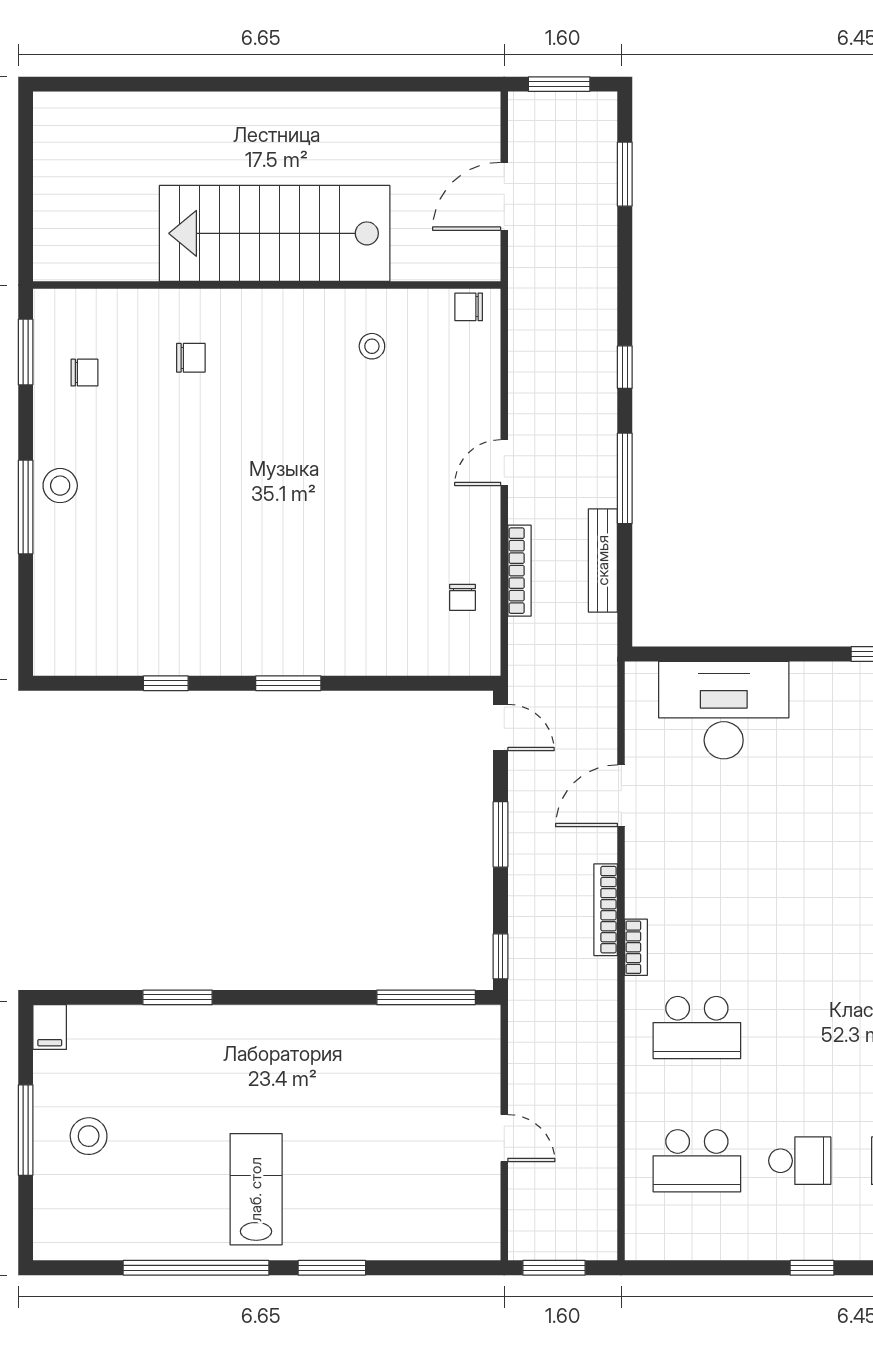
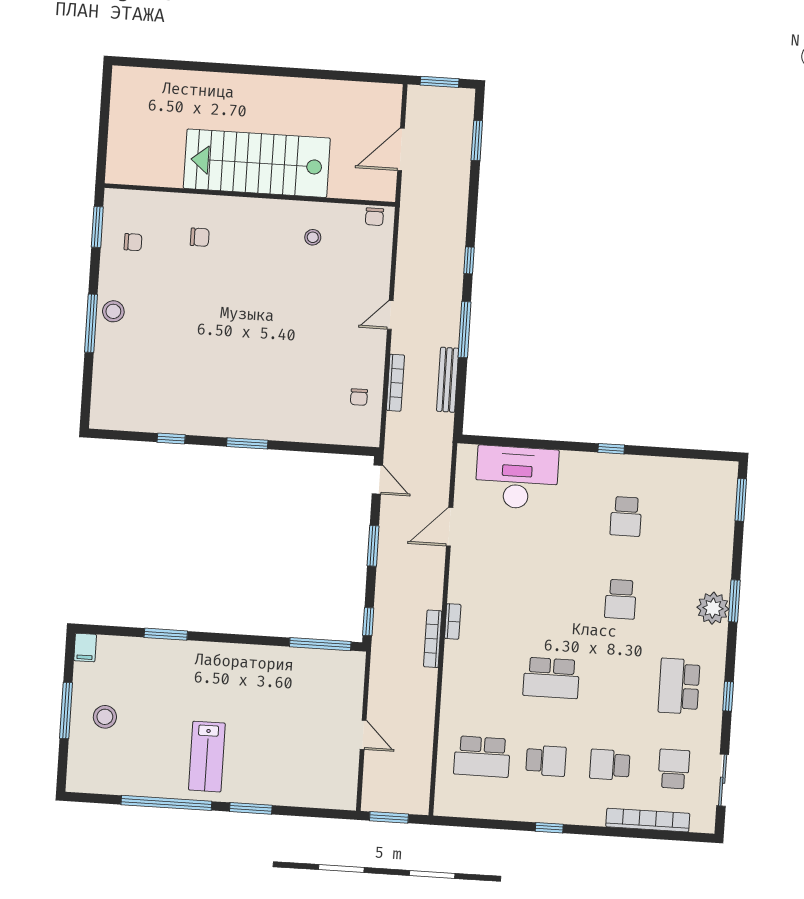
chair: (469, 307) -> (374, 217), turned -90
bookcase: (606, 910) -> (433, 639), moved
school desk: (697, 1027) -> (551, 678), moved
lab bench: (256, 1189) -> (207, 757), turned 180

